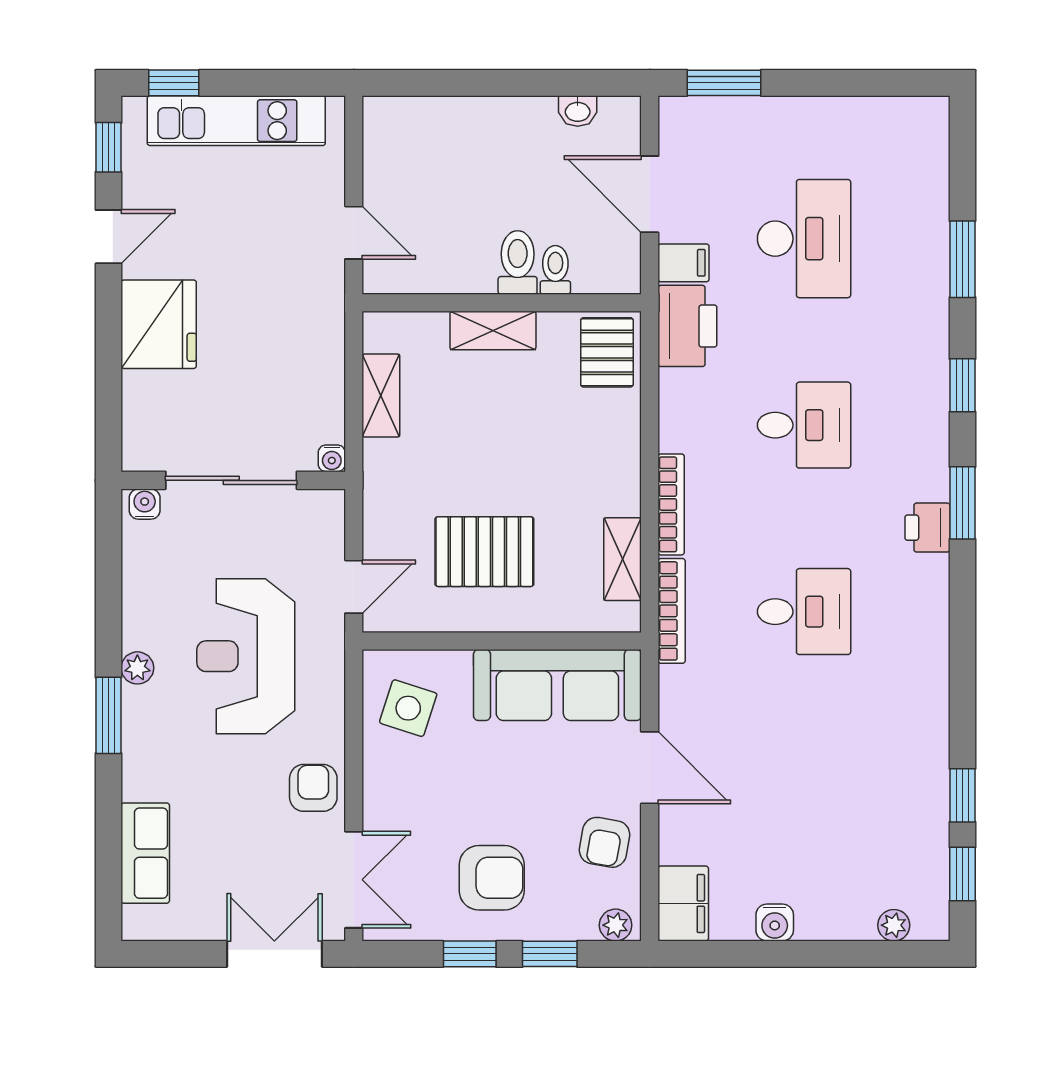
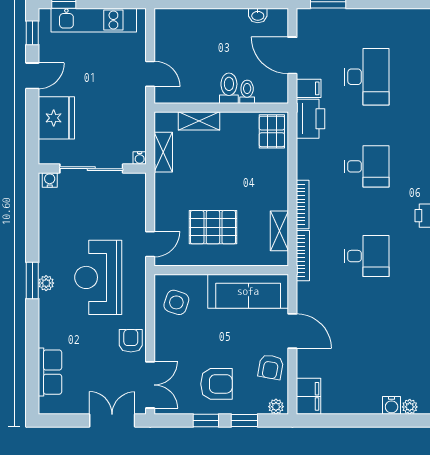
shelving: (493, 330) -> (199, 121), moved
water cooler: (332, 458) -> (140, 158), moved
sliding door: (231, 480) -> (91, 169), moved
wall: (233, 480) -> (92, 169), moved
water cooler: (145, 504) -> (50, 180), moved
window: (109, 715) -> (32, 281), moved
water cooler: (775, 923) -> (392, 405), moved

